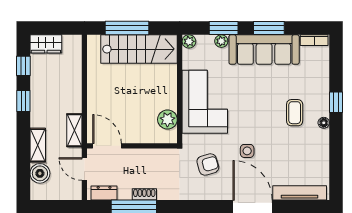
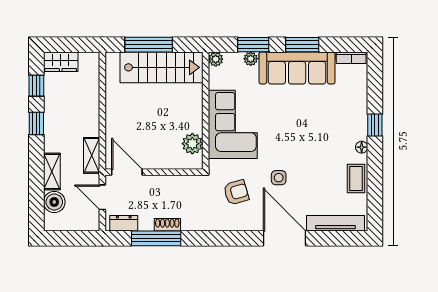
coffee table: (295, 113) -> (356, 178), moved

